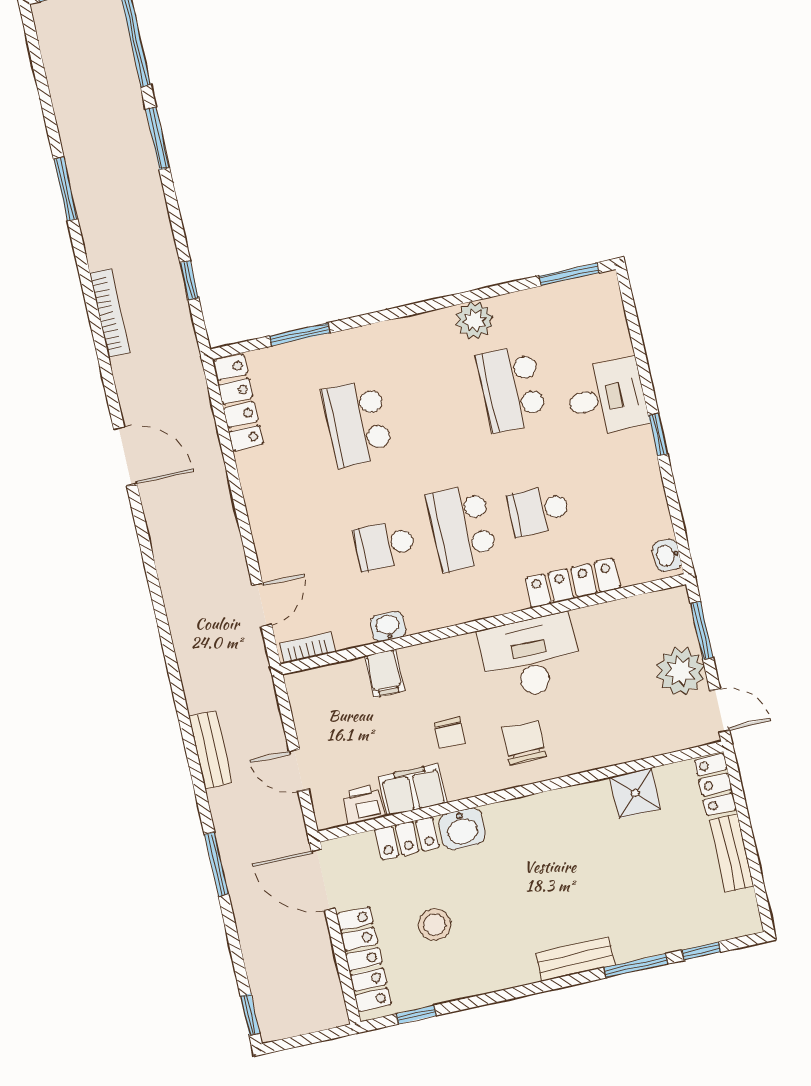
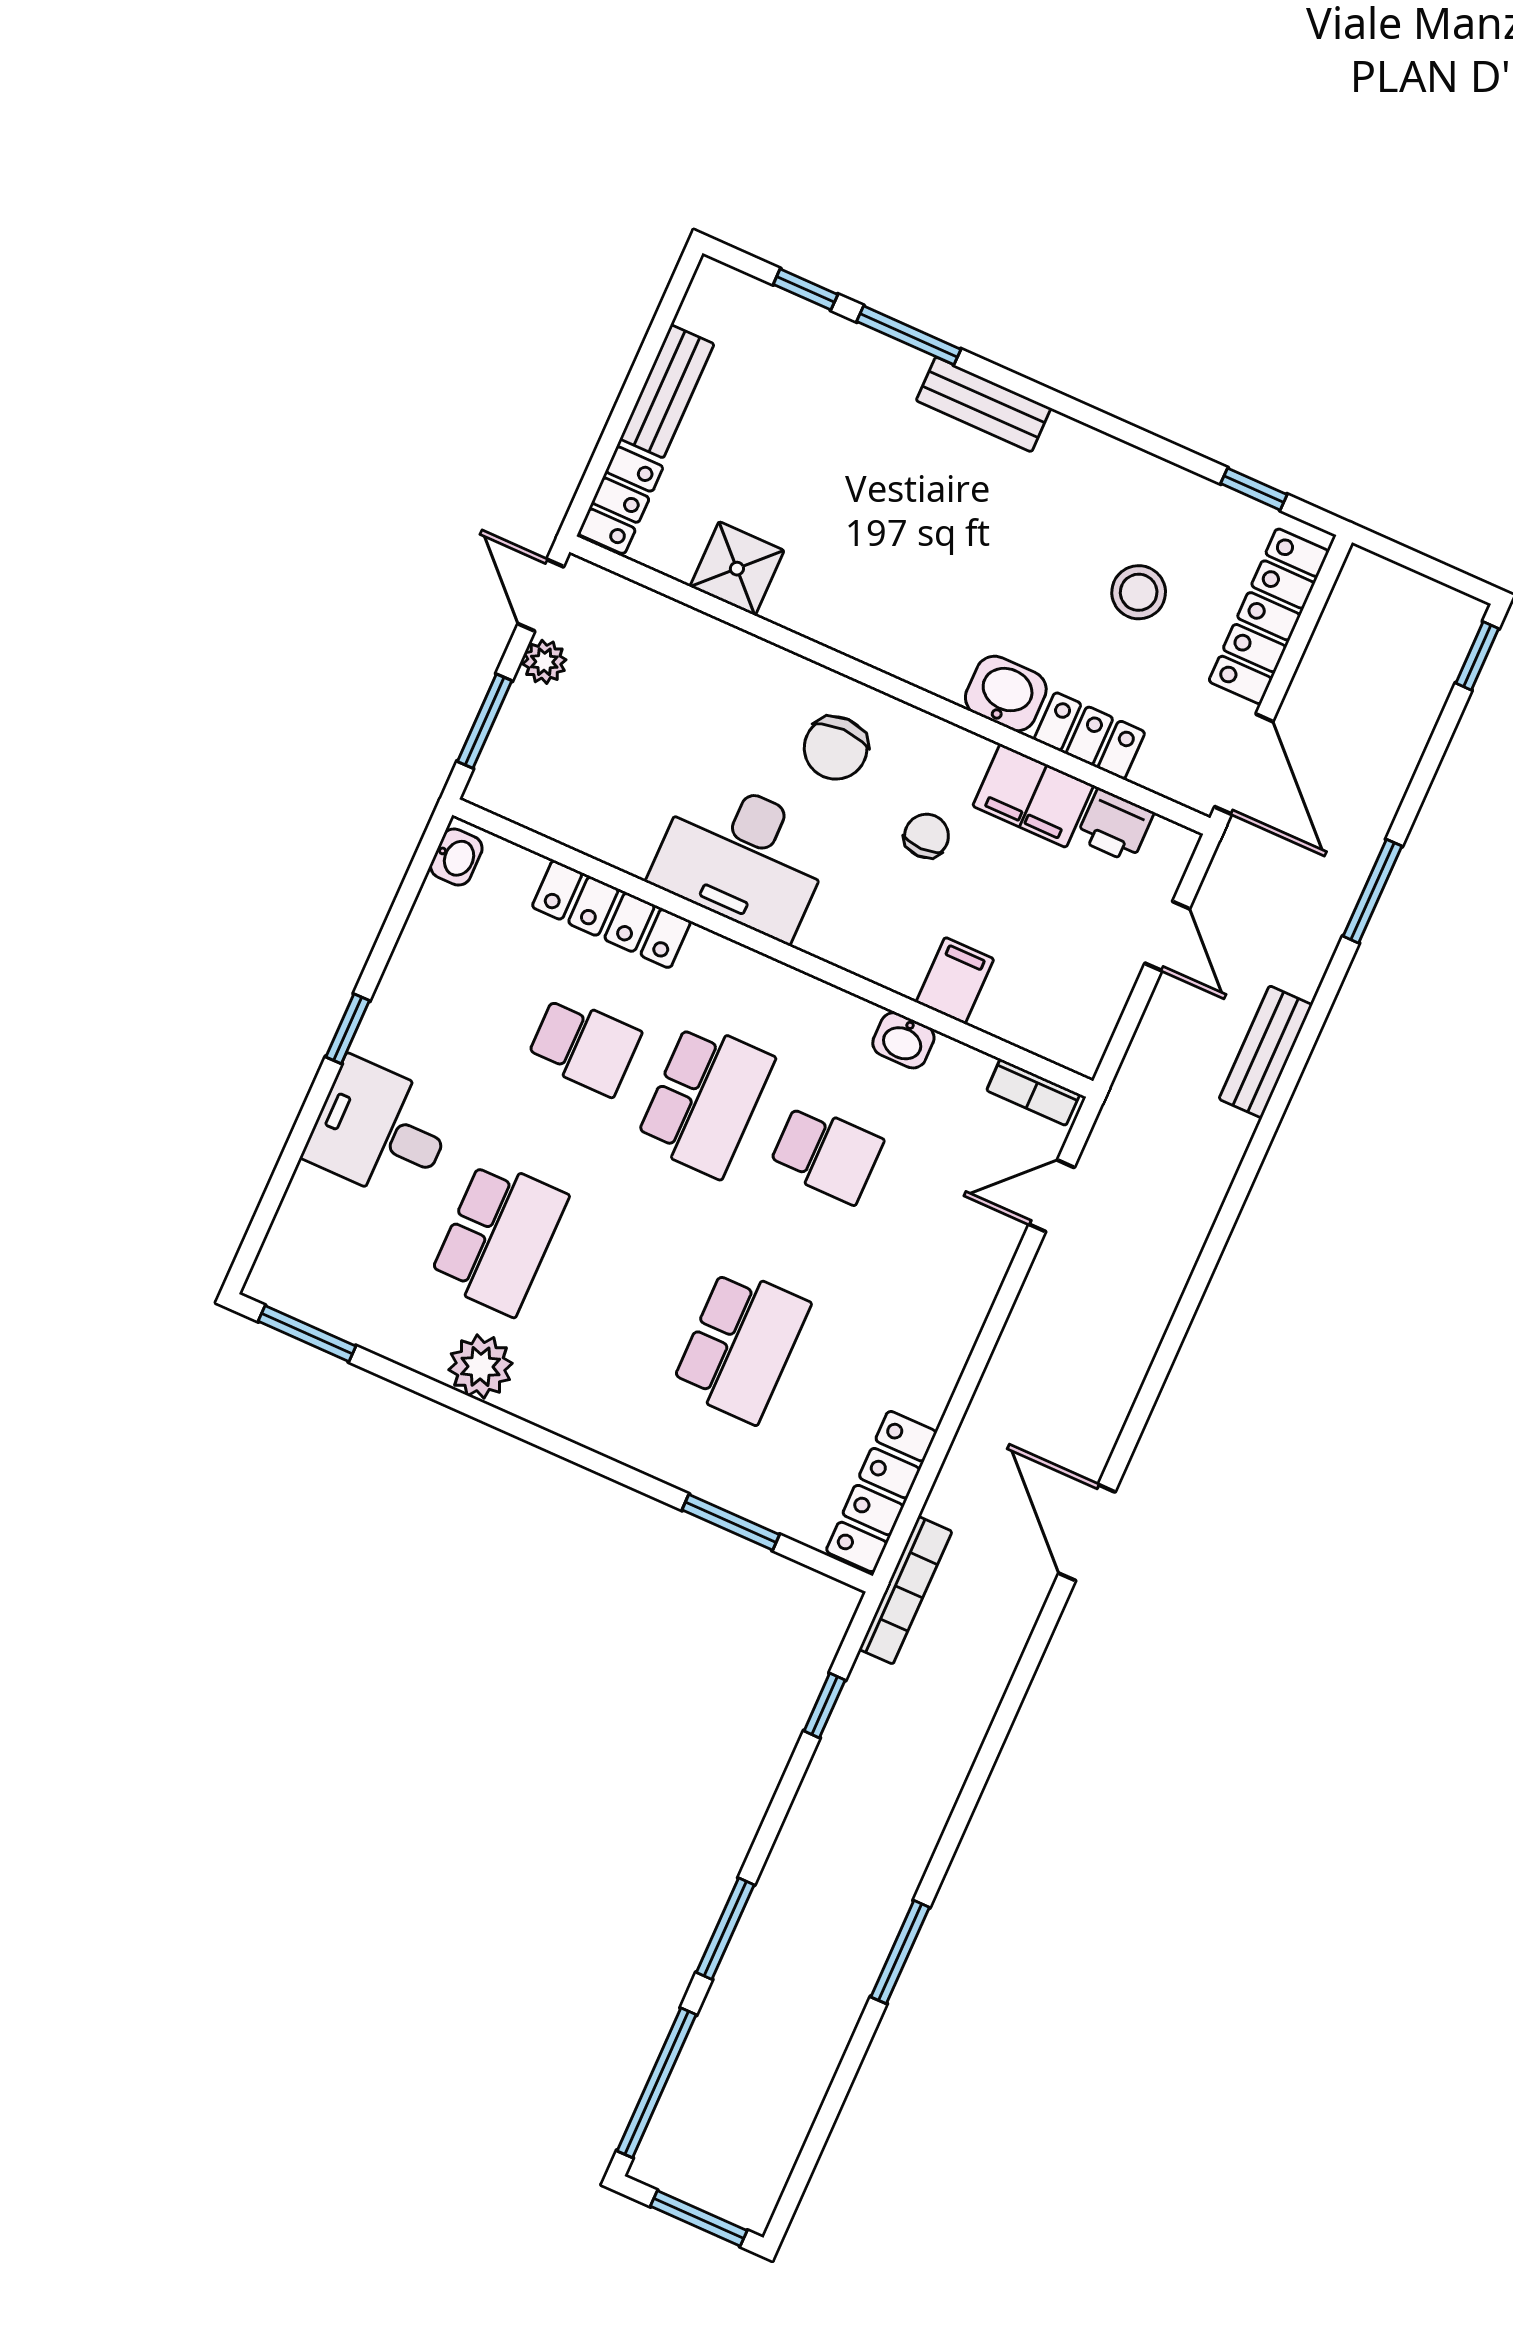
bookcase: (110, 313) -> (906, 1590), moved, turned 180
plant: (681, 671) -> (544, 662), width x0.53, depth x0.53

